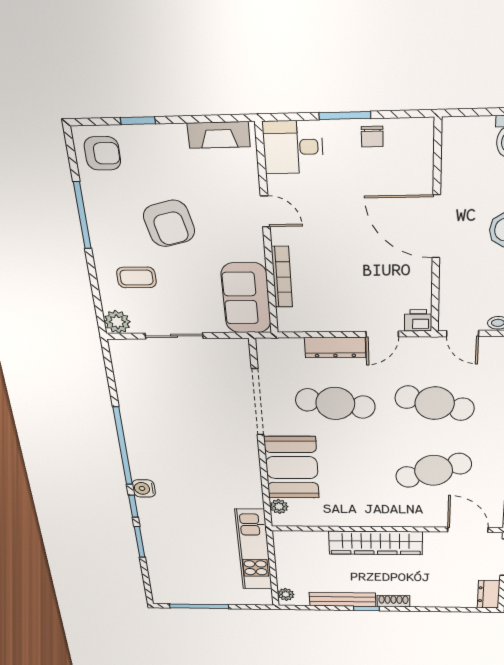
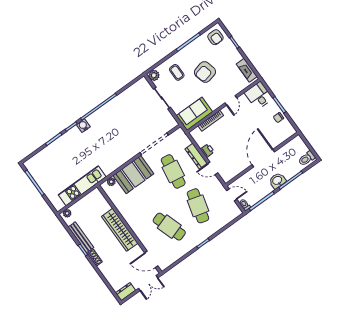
printer: (418, 320) -> (207, 150), moved
door: (463, 333) -> (232, 195), swing flipped
door: (468, 530) -> (151, 259), swing flipped

